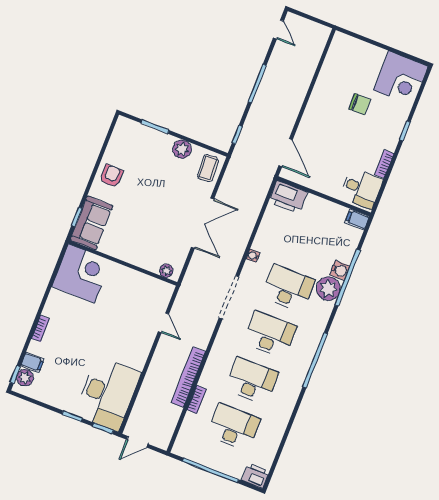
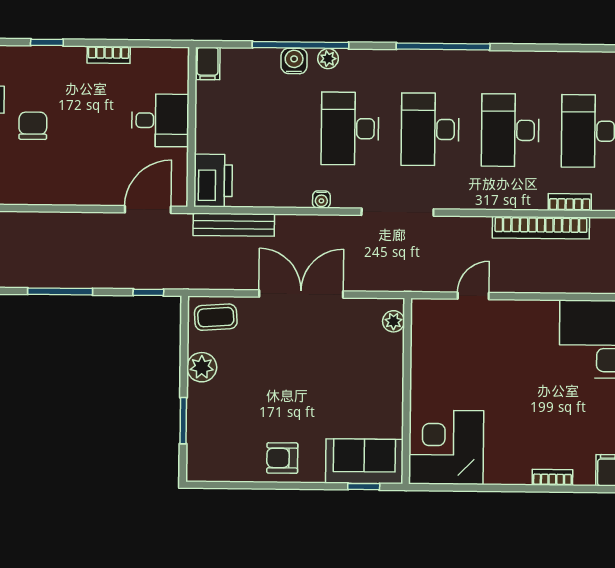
desk: (361, 188) -> (160, 120), moved, turned 90
bench: (258, 199) -> (234, 225), added
plant: (328, 289) -> (328, 59), width x0.53, depth x0.53

